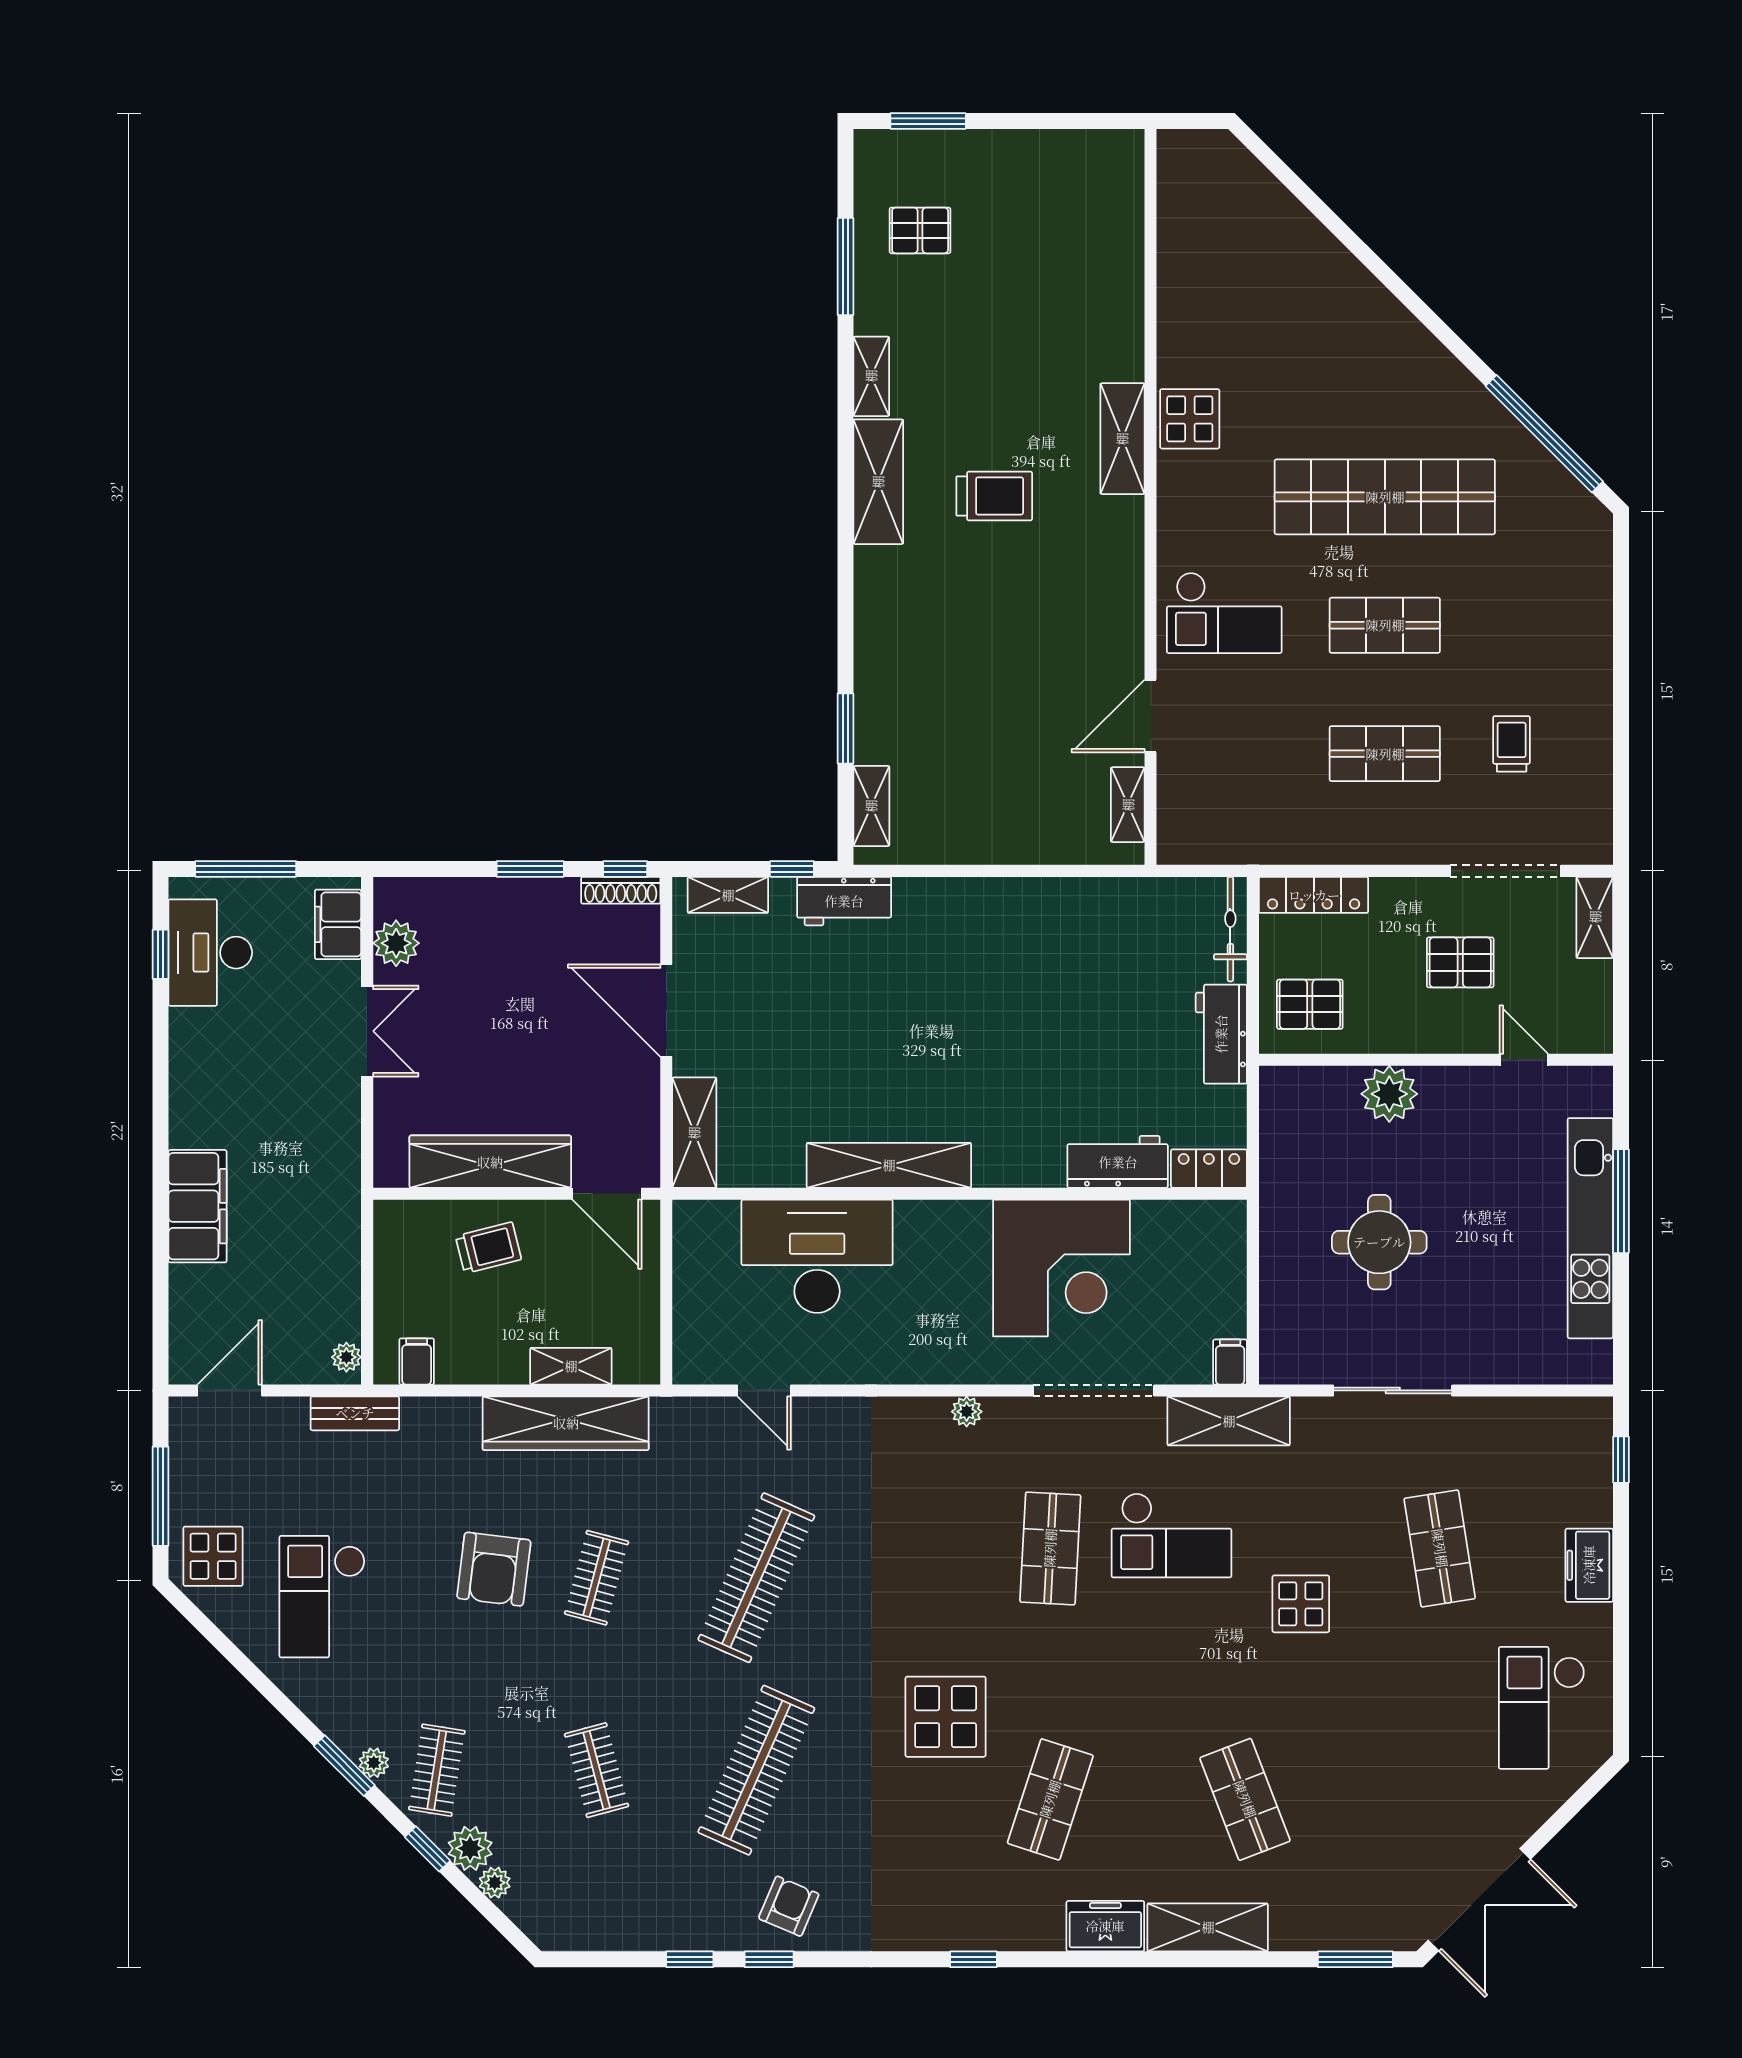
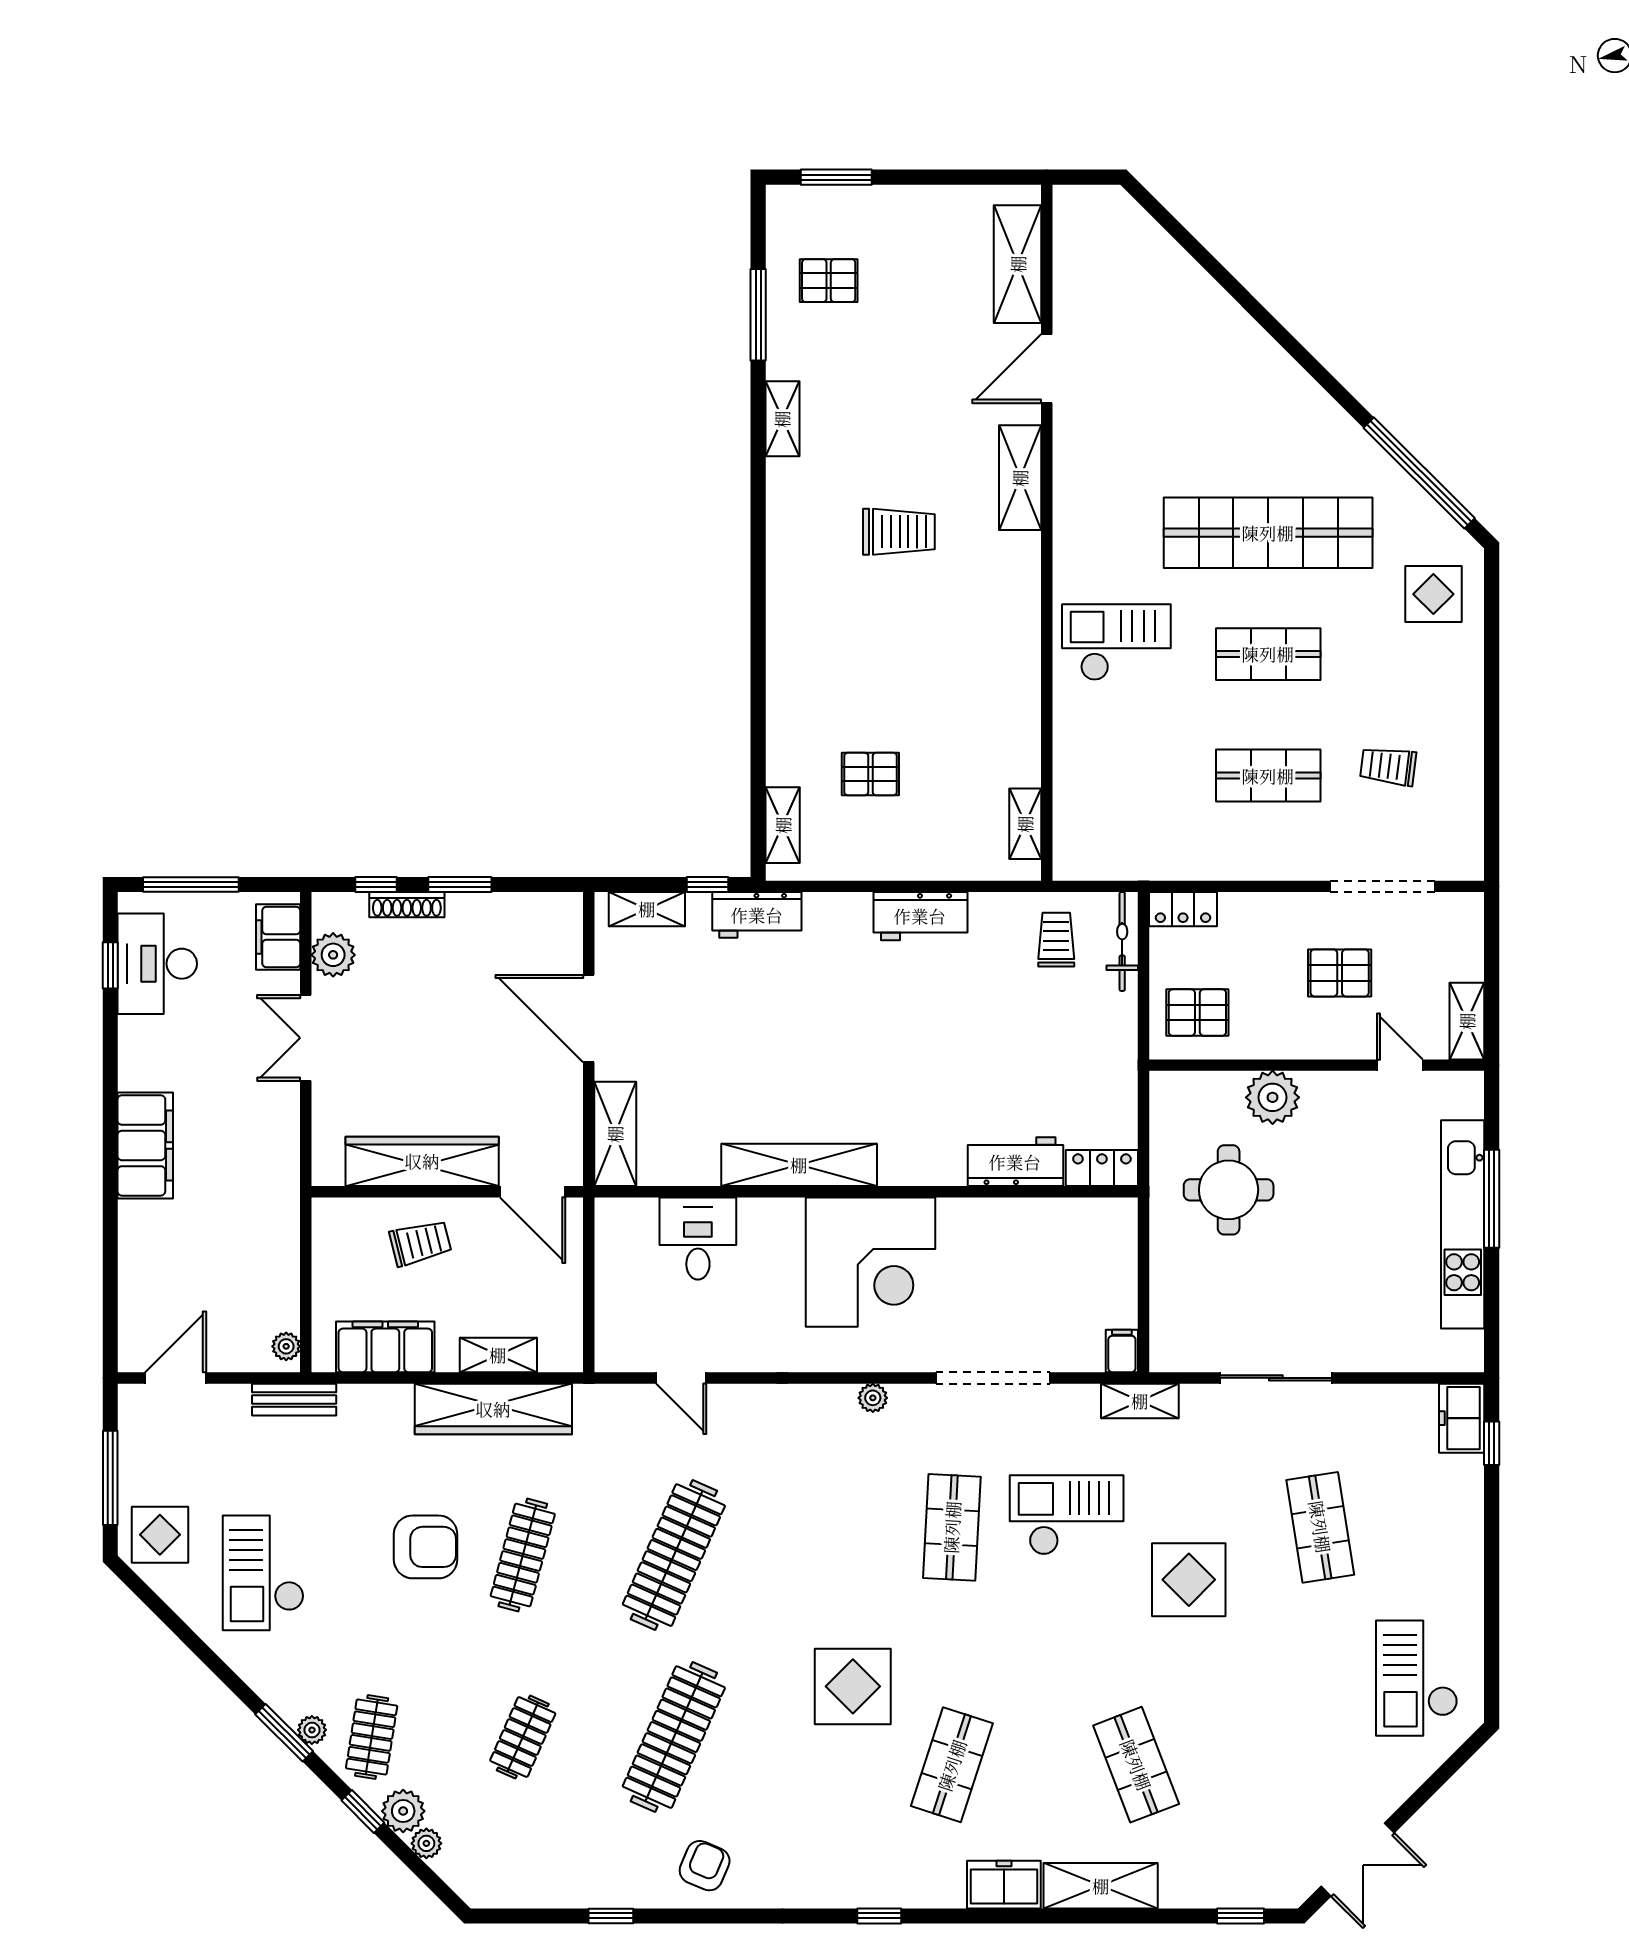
display table: (1190, 419) -> (1433, 594), moved
shelving: (878, 482) -> (1018, 264), moved
checkout: (1224, 613) -> (1116, 642), turned 180
door: (1151, 716) -> (1047, 369), moved
window: (845, 728) -> (758, 752), removed
trolley: (1512, 744) -> (1388, 766), turned -83
pallet: (964, 752) -> (870, 774), added
window: (625, 869) -> (376, 885), moved
shoe rack: (621, 890) -> (407, 905), moved
locker: (1314, 895) -> (1183, 909), width x0.66
shelving: (1595, 917) -> (1467, 1021), moved
trolley: (1161, 927) -> (1056, 940), added
double door: (367, 1031) -> (306, 1038), swing flipped
workbench: (1221, 1034) -> (920, 916), moved, turned -90
filing cabinet: (197, 1206) -> (145, 1145), moved
round table: (1379, 1242) -> (1229, 1190), moved
desk: (817, 1256) -> (698, 1239), width x0.53, depth x0.77
corner desk: (1062, 1268) -> (871, 1262), moved
filing cabinet: (417, 1361) -> (385, 1347), width x3.00, depth x1.17
shelving: (1229, 1421) -> (1140, 1401), width x0.67, depth x0.75
checkout: (1172, 1535) -> (1067, 1515), turned 180
freezer: (1589, 1565) -> (1462, 1418), moved
armchair: (494, 1569) -> (426, 1547), turned -97
clothes rail: (597, 1578) -> (523, 1555), width x1.36
display table: (1301, 1604) -> (1189, 1580), width x1.36, depth x1.36
clothes rail: (597, 1770) -> (523, 1737), turned 39
double door: (1479, 1900) -> (1358, 1860), width x0.73
window: (769, 1959) -> (686, 1916), removed
window: (1355, 1959) -> (1240, 1916), width x0.67

